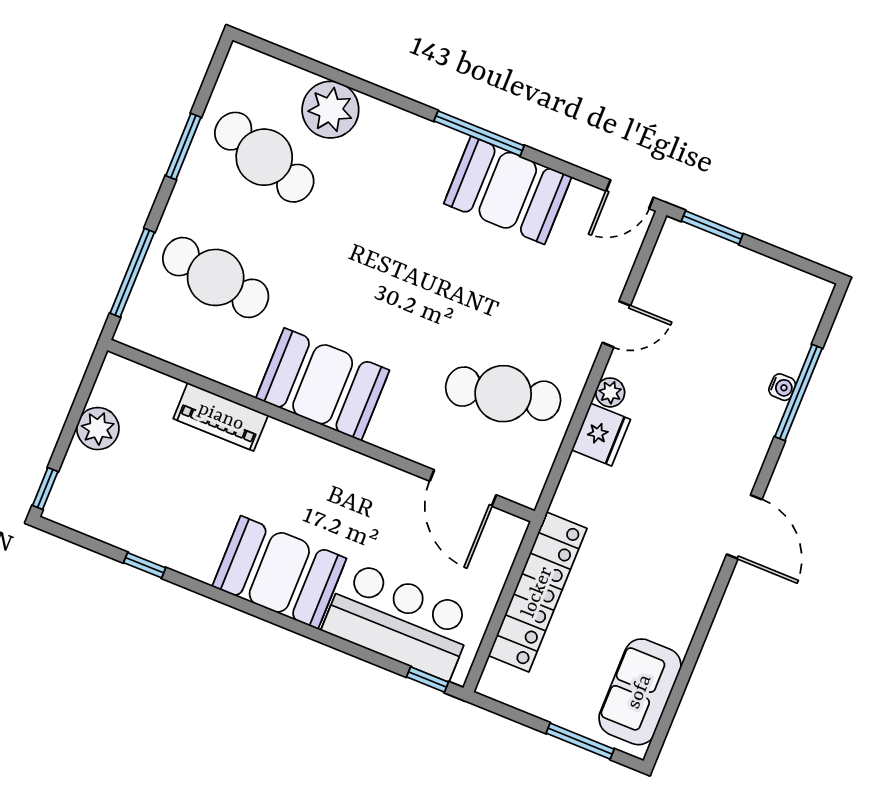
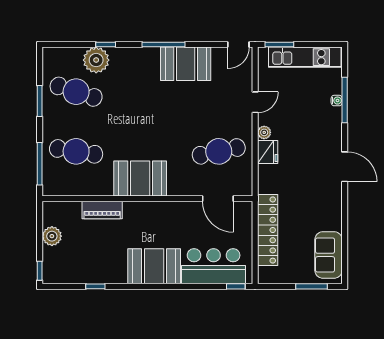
window: (362, 86) -> (106, 44), added
kitchen unit: (753, 274) -> (305, 57), added

